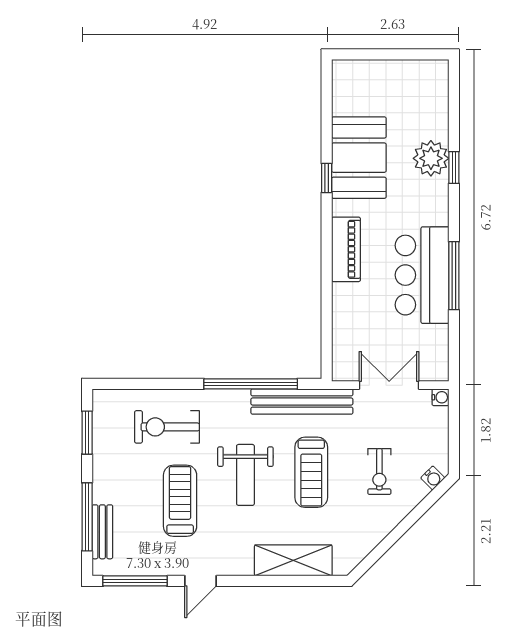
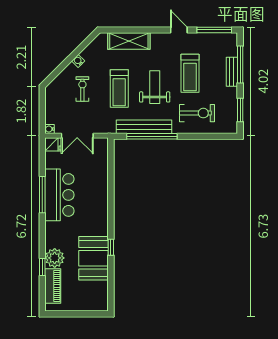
window: (454, 167) -> (42, 267), moved
piano: (346, 249) -> (53, 286), moved, turned 180
fridge: (434, 369) -> (53, 144), added
bench: (302, 402) -> (144, 127), moved
treadmill: (311, 472) -> (119, 89), turned 180
water cooler: (433, 478) -> (78, 61), moved
bench: (102, 532) -> (232, 72), moved
door: (200, 581) -> (179, 30), hinge flipped

